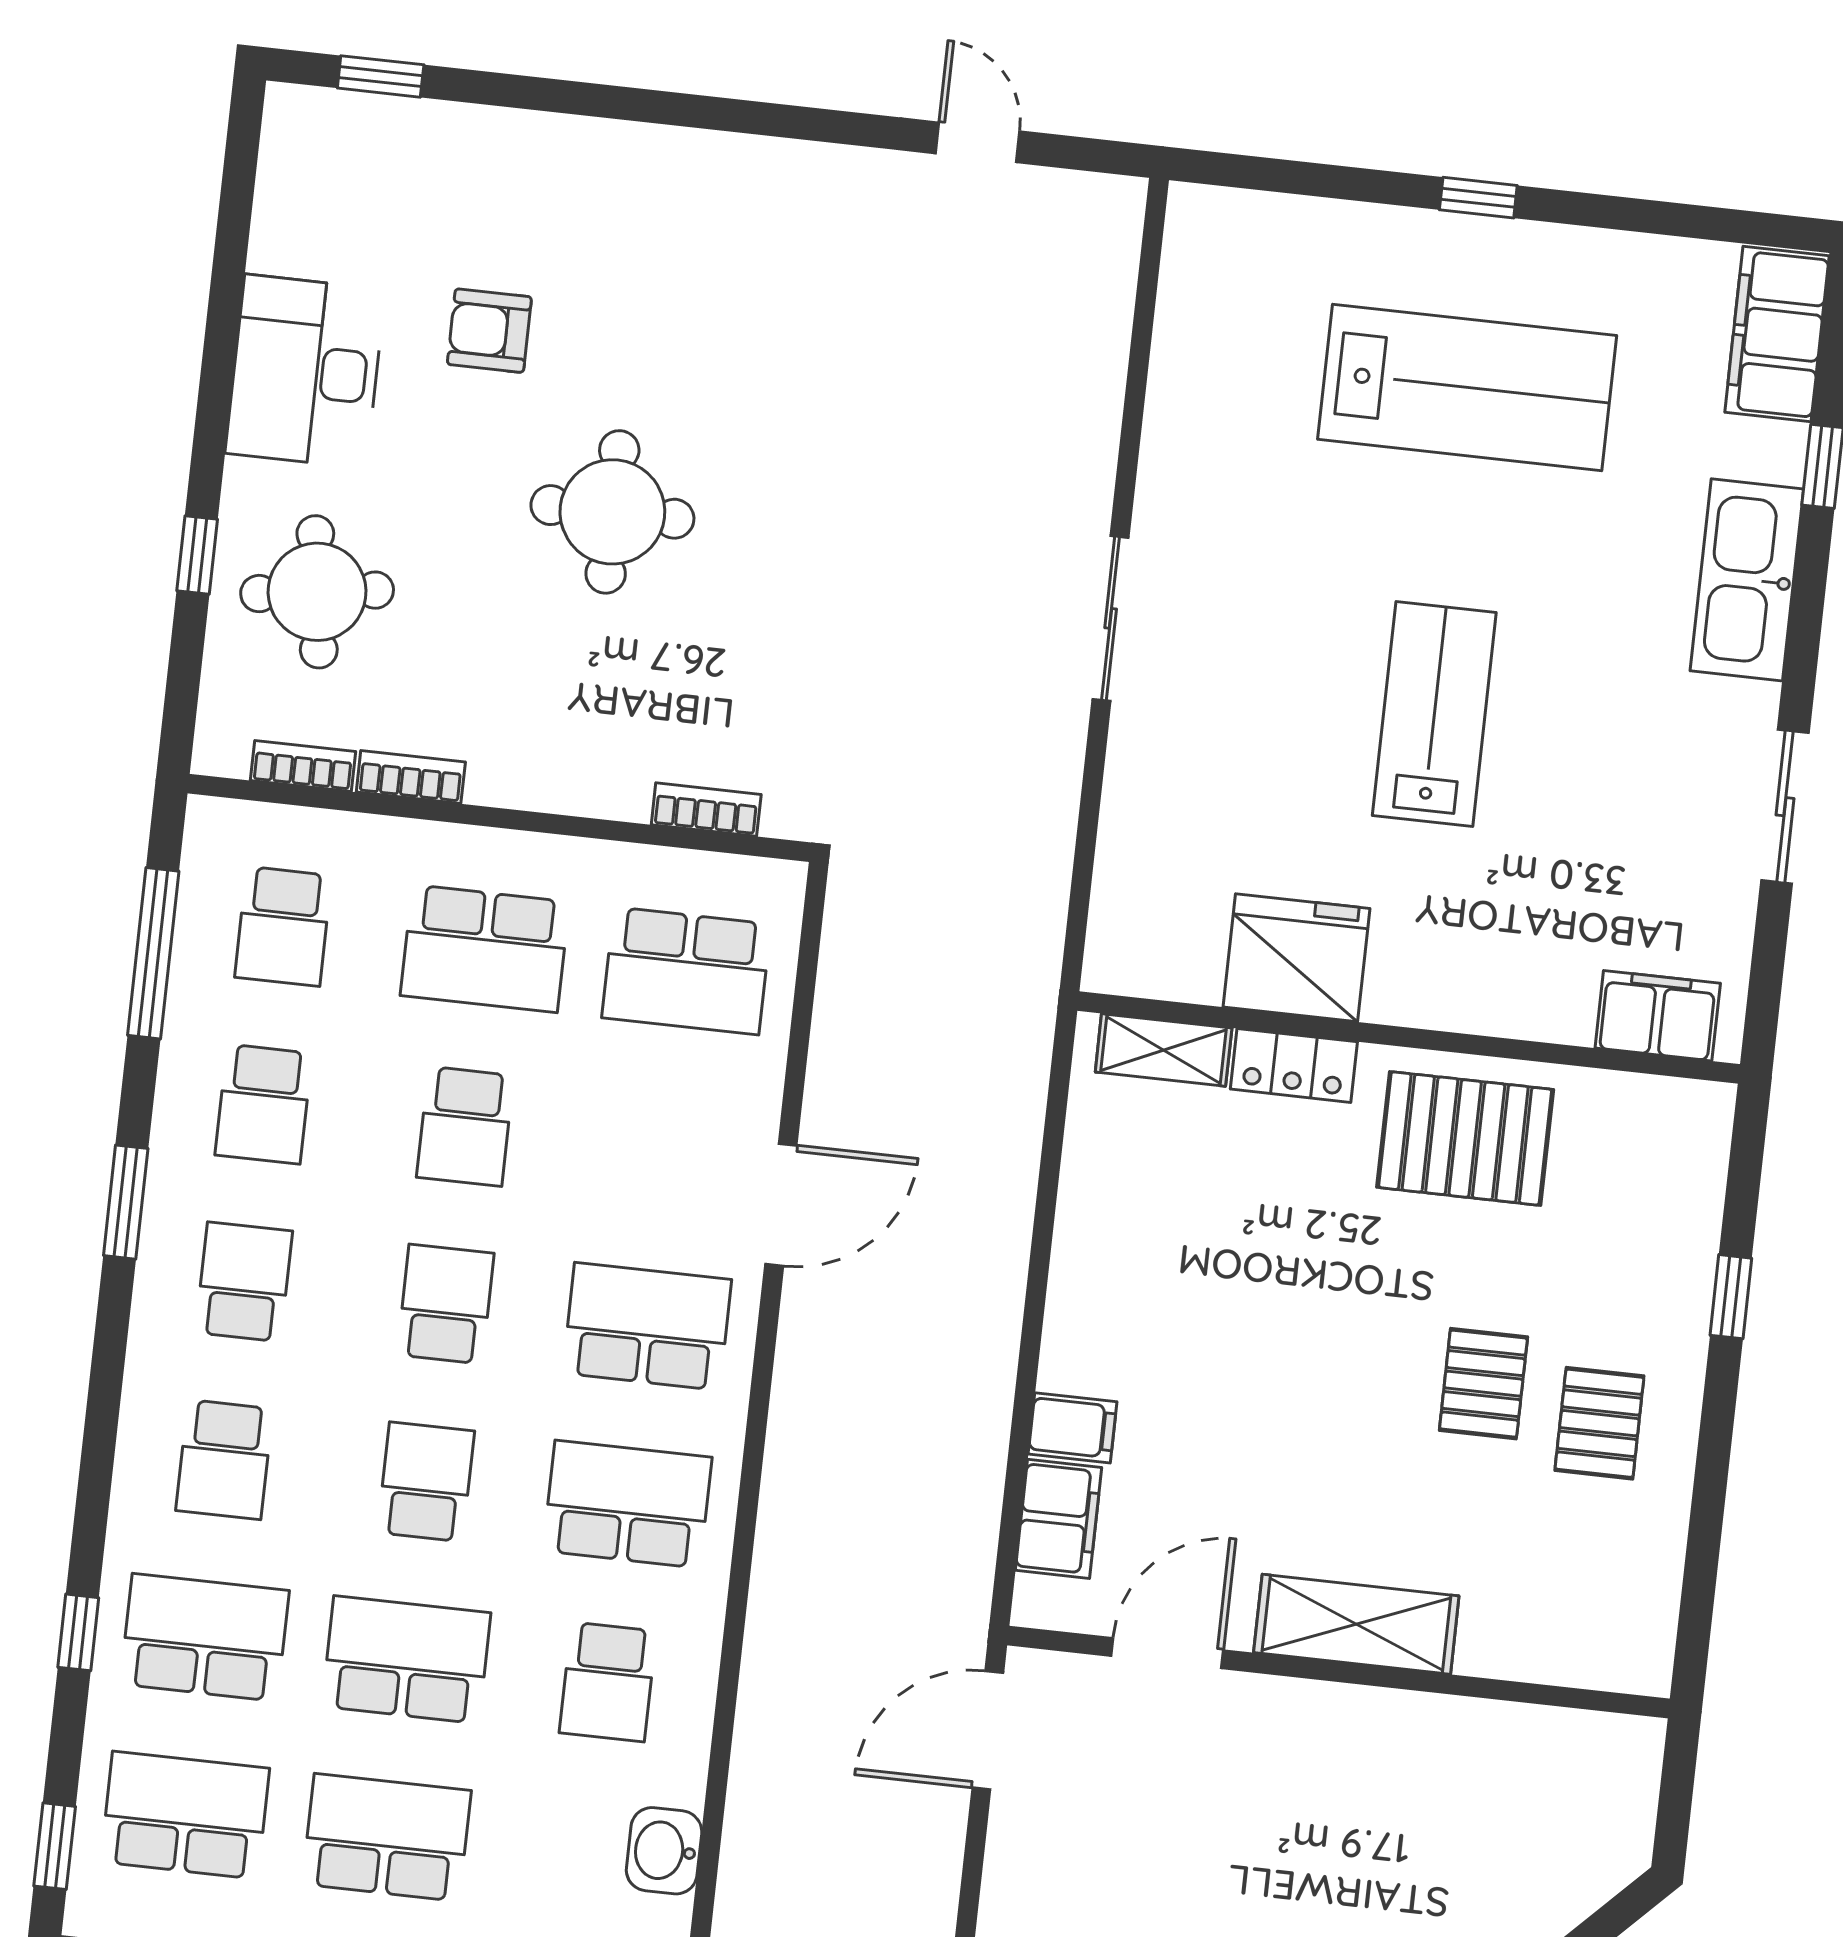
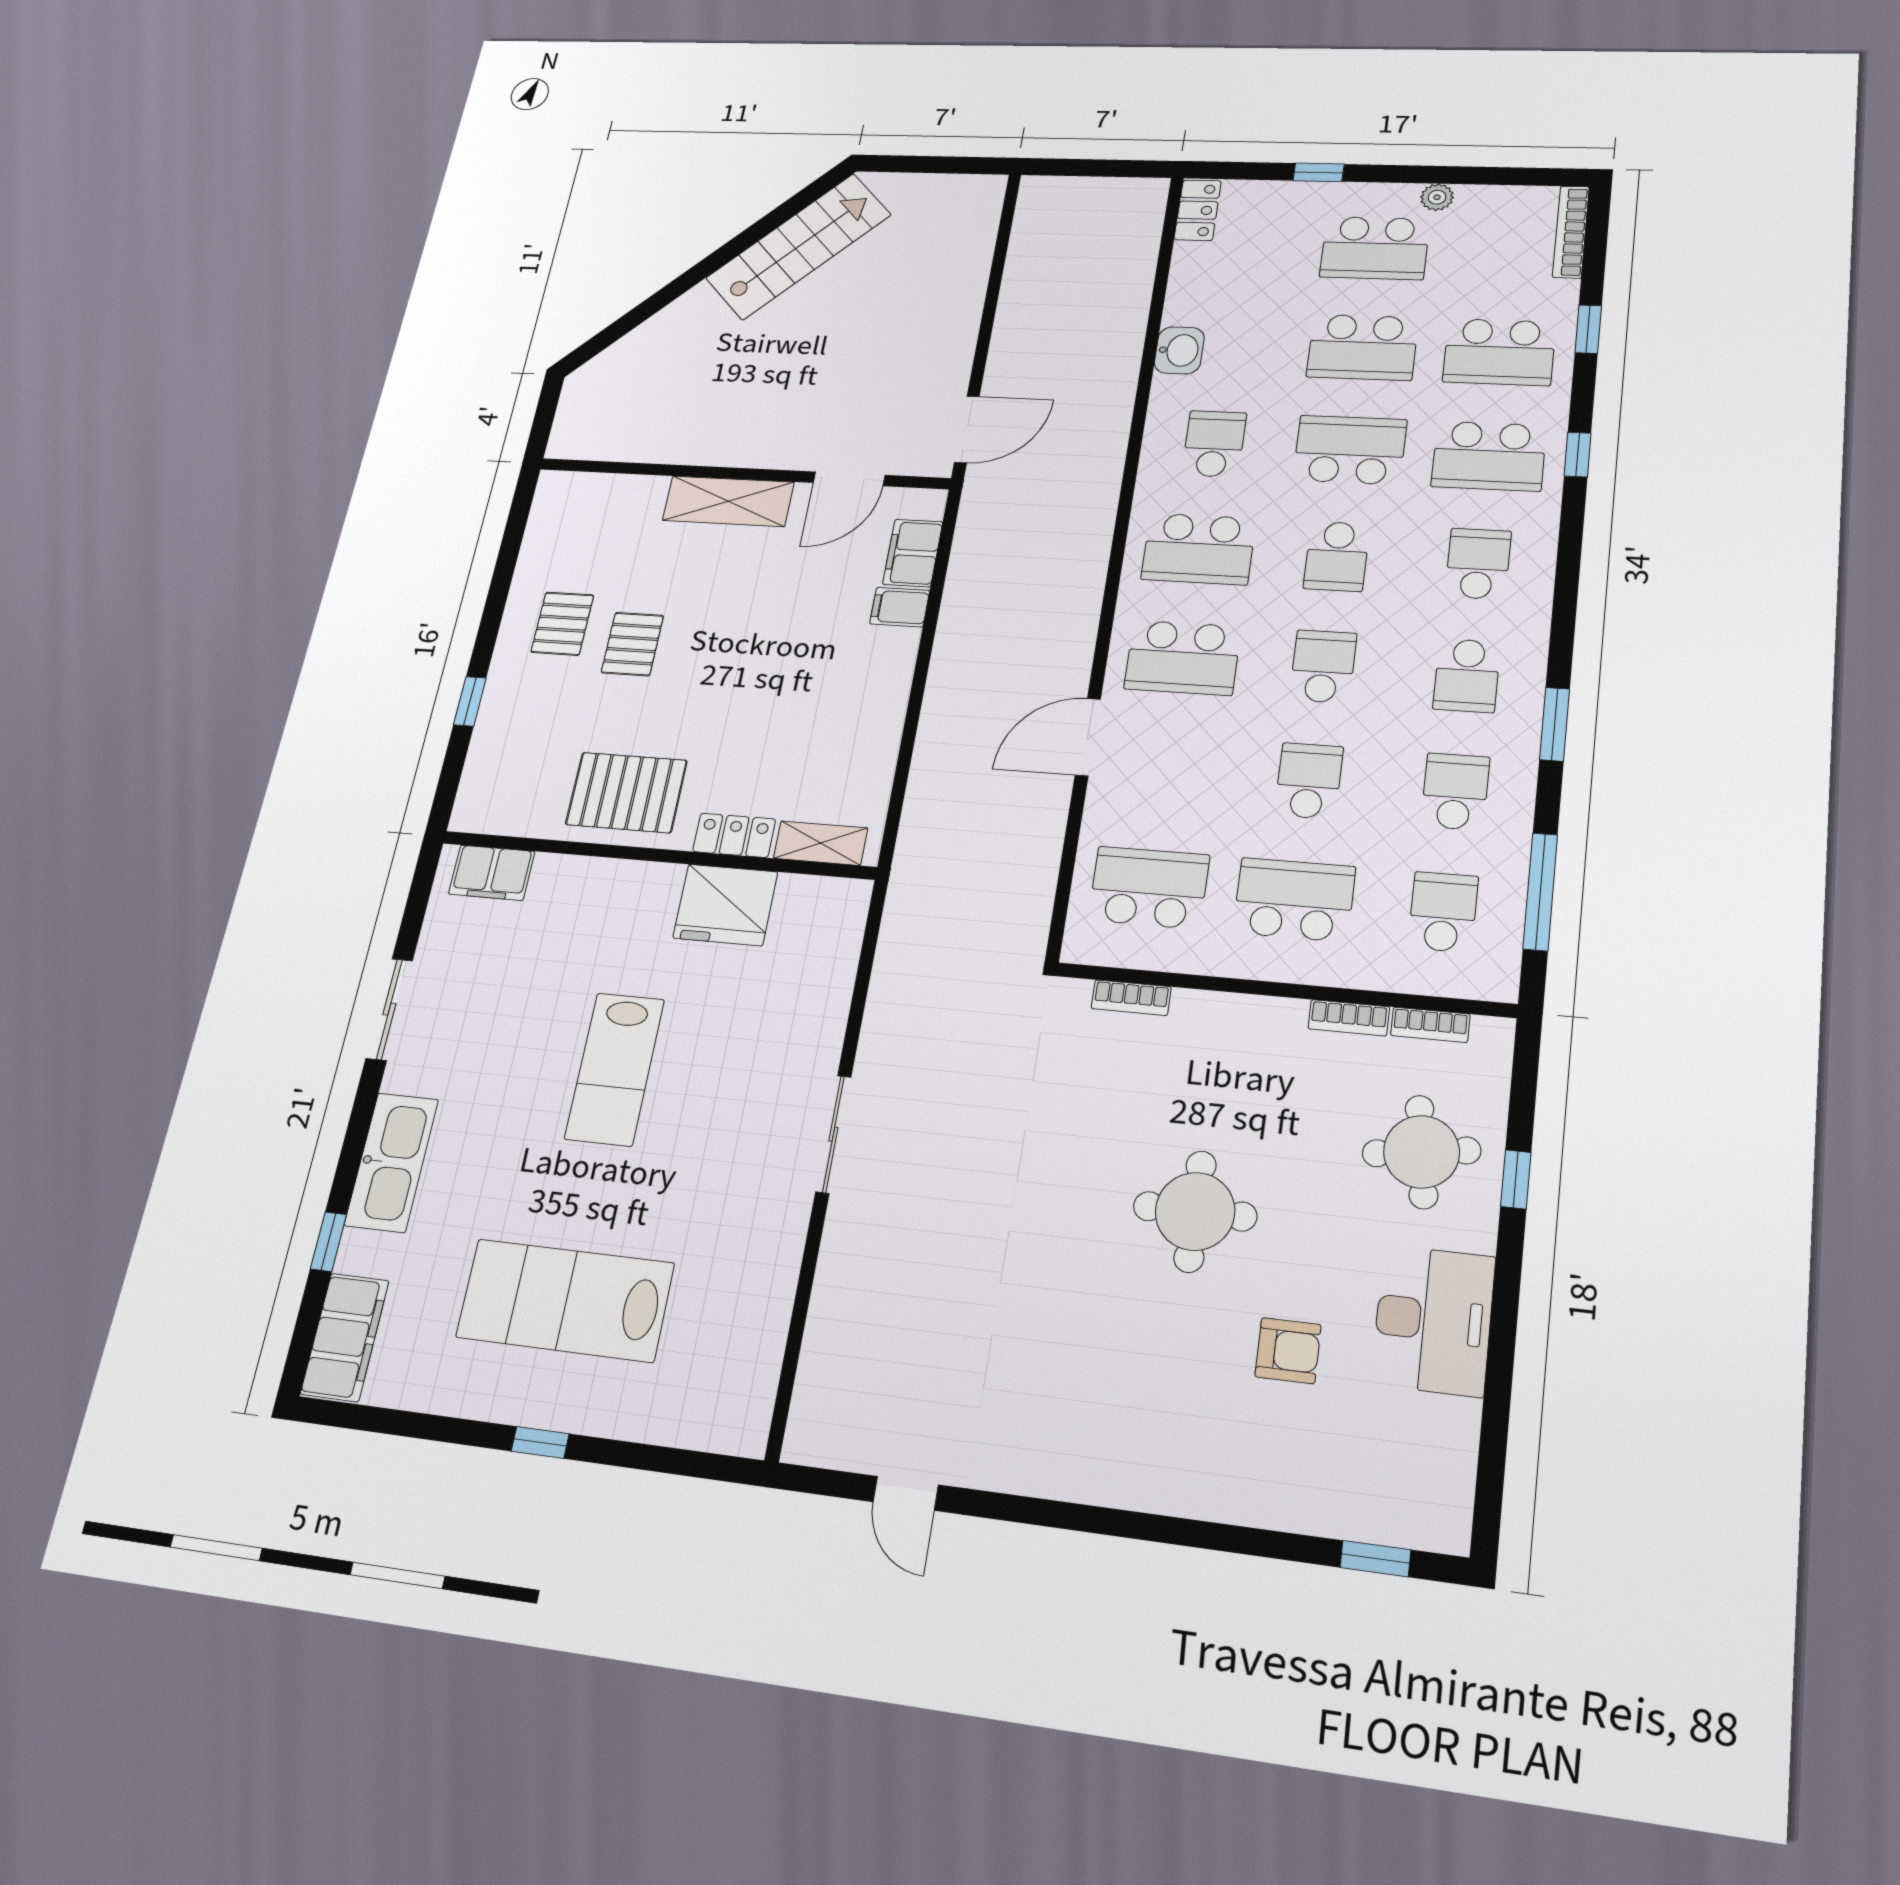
school desk: (446, 1304) -> (1323, 667), turned 180
school desk: (406, 1660) -> (1350, 450), turned 180

